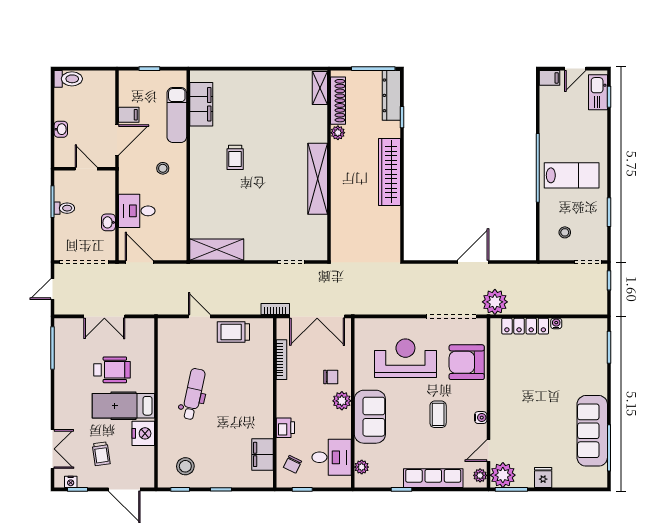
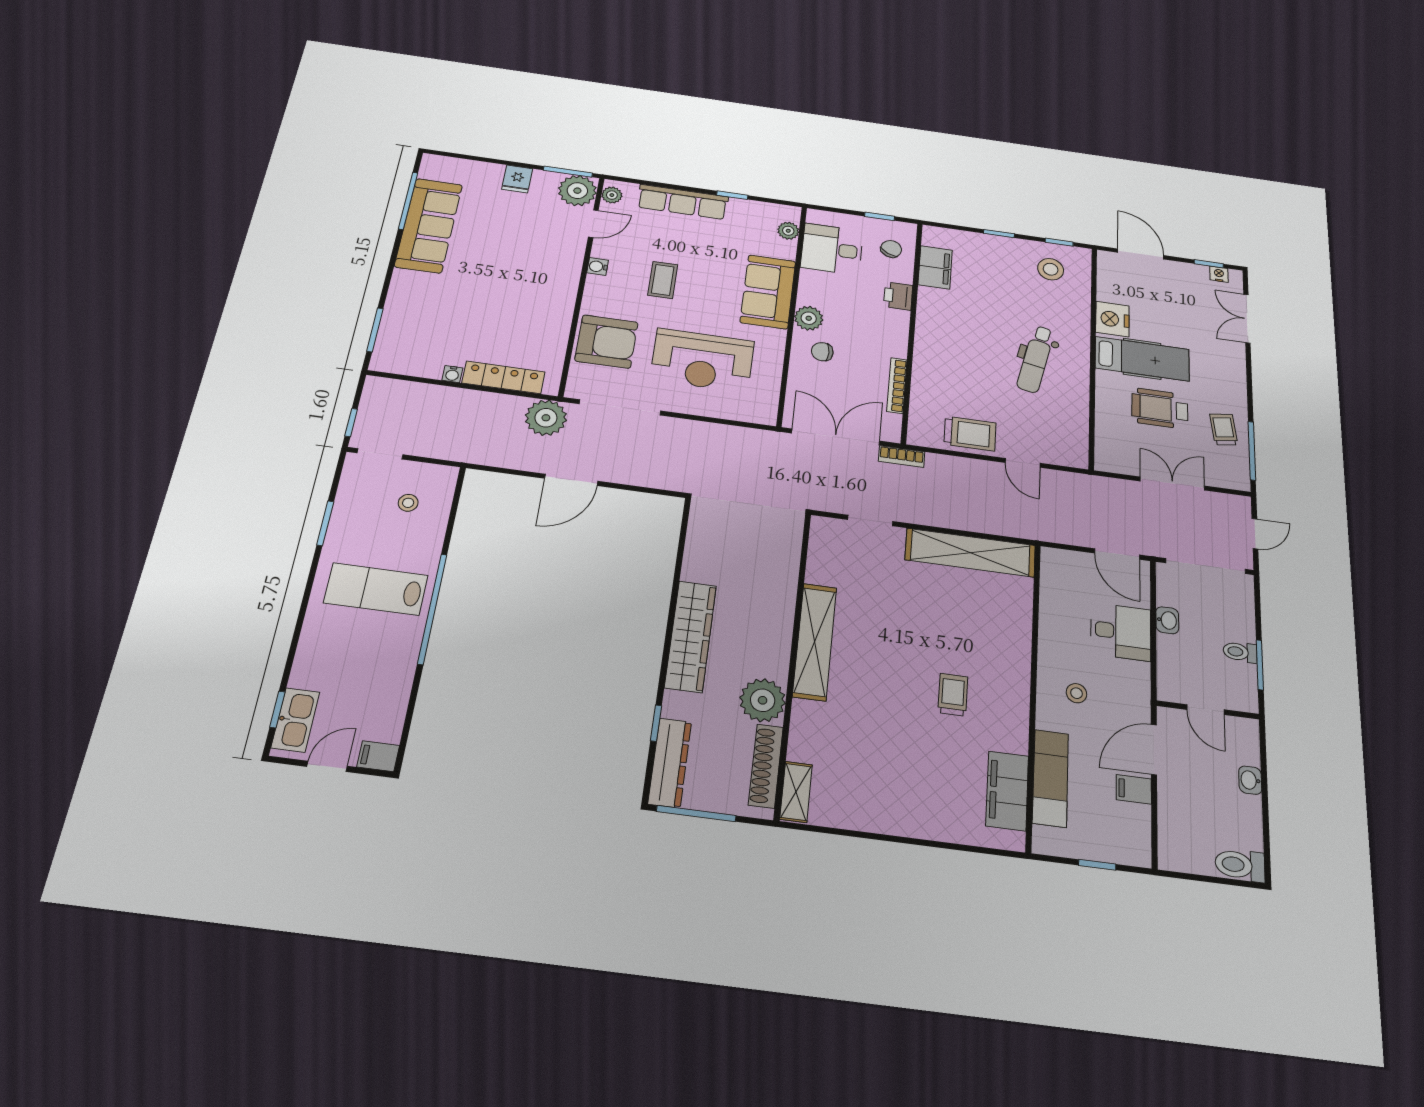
plant: (338, 133) -> (763, 700), width x1.88, depth x1.88
shelving: (217, 250) -> (970, 553), width x1.47
trolley: (101, 454) -> (1224, 430), moved

